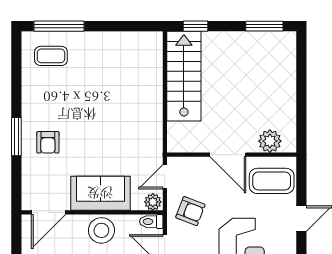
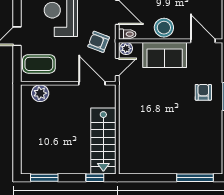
coffee table: (51, 56) -> (201, 156), removed
door: (228, 155) -> (92, 83), moved
door: (48, 212) -> (203, 41), hinge flipped

